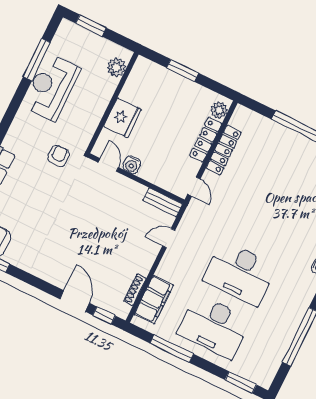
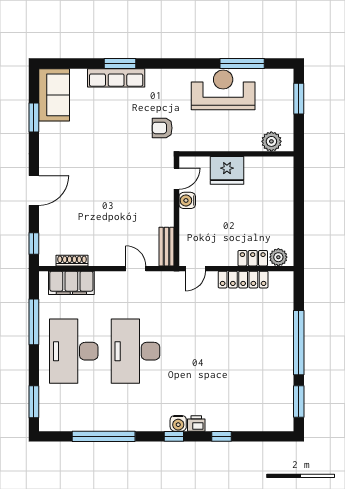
window: (183, 70) -> (299, 205), removed
locker: (206, 140) -> (253, 258), width x0.66
armchair: (59, 156) -> (162, 128), turned 180
door: (75, 301) -> (34, 190), moved

